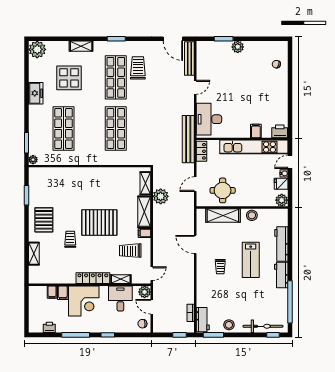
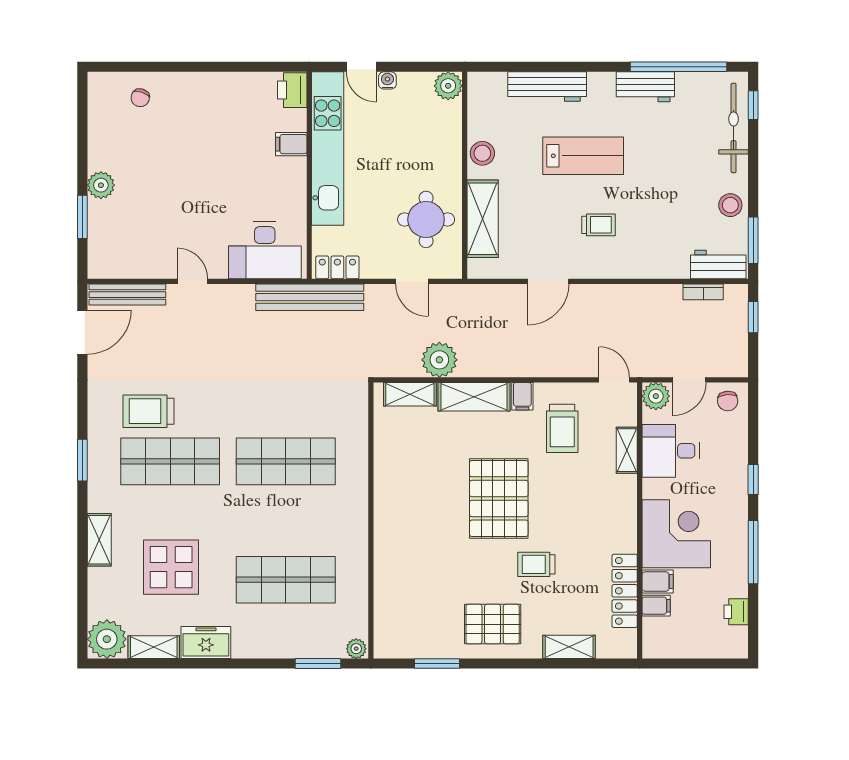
shelving: (34, 70) -> (154, 647), added
fridge: (281, 184) -> (411, 87), removed
workbench: (281, 275) -> (645, 87), moved
locker: (93, 278) -> (625, 591), moved

